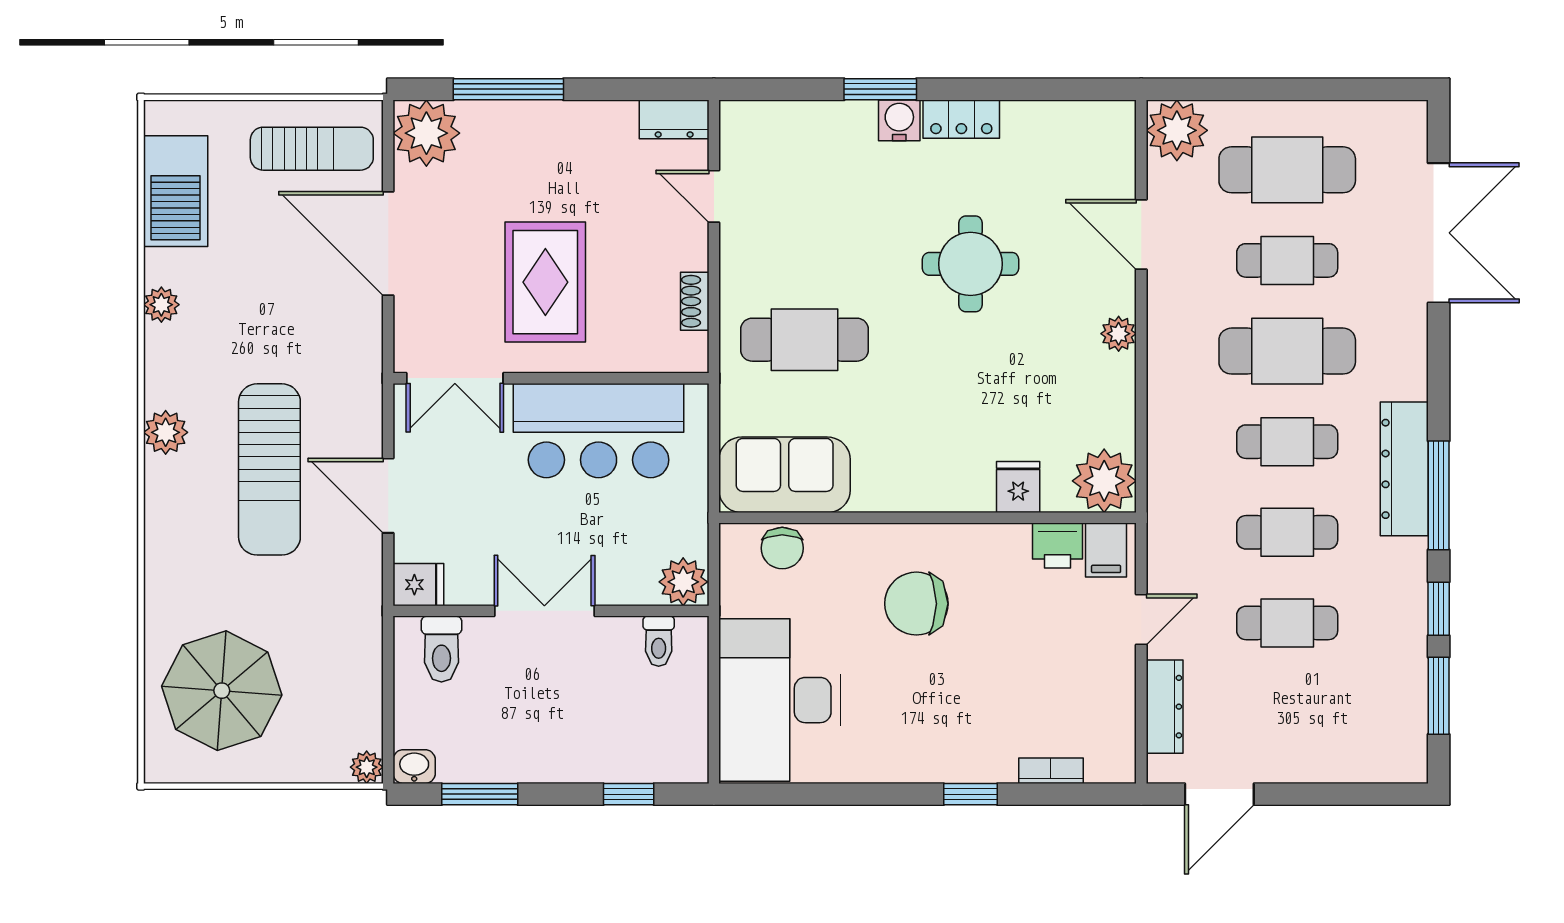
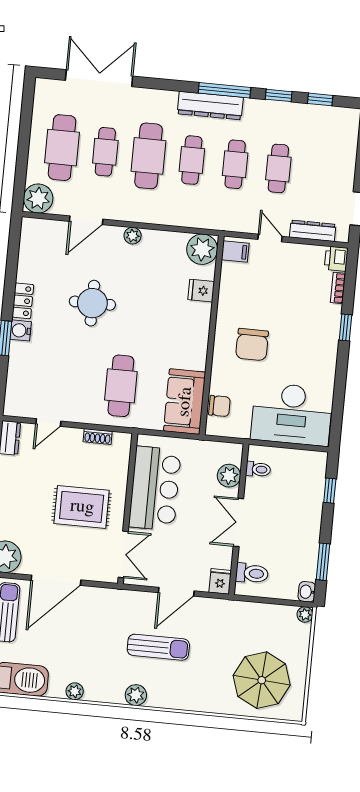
sun lounger: (269, 469) -> (158, 647), width x0.73, depth x0.75
printer: (1058, 545) -> (336, 259), moved, turned 180
plant: (683, 582) -> (229, 476), moved
window: (1439, 696) -> (320, 99), width x0.67

